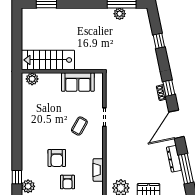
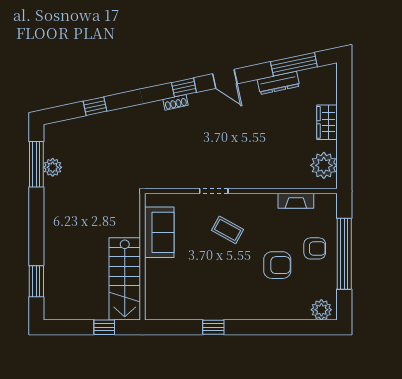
window: (17, 47) -> (104, 327), added
plant: (32, 79) -> (154, 304), removed
window: (169, 88) -> (184, 87), moved
door: (176, 124) -> (225, 79), width x0.53
window: (17, 177) -> (213, 327), moved

